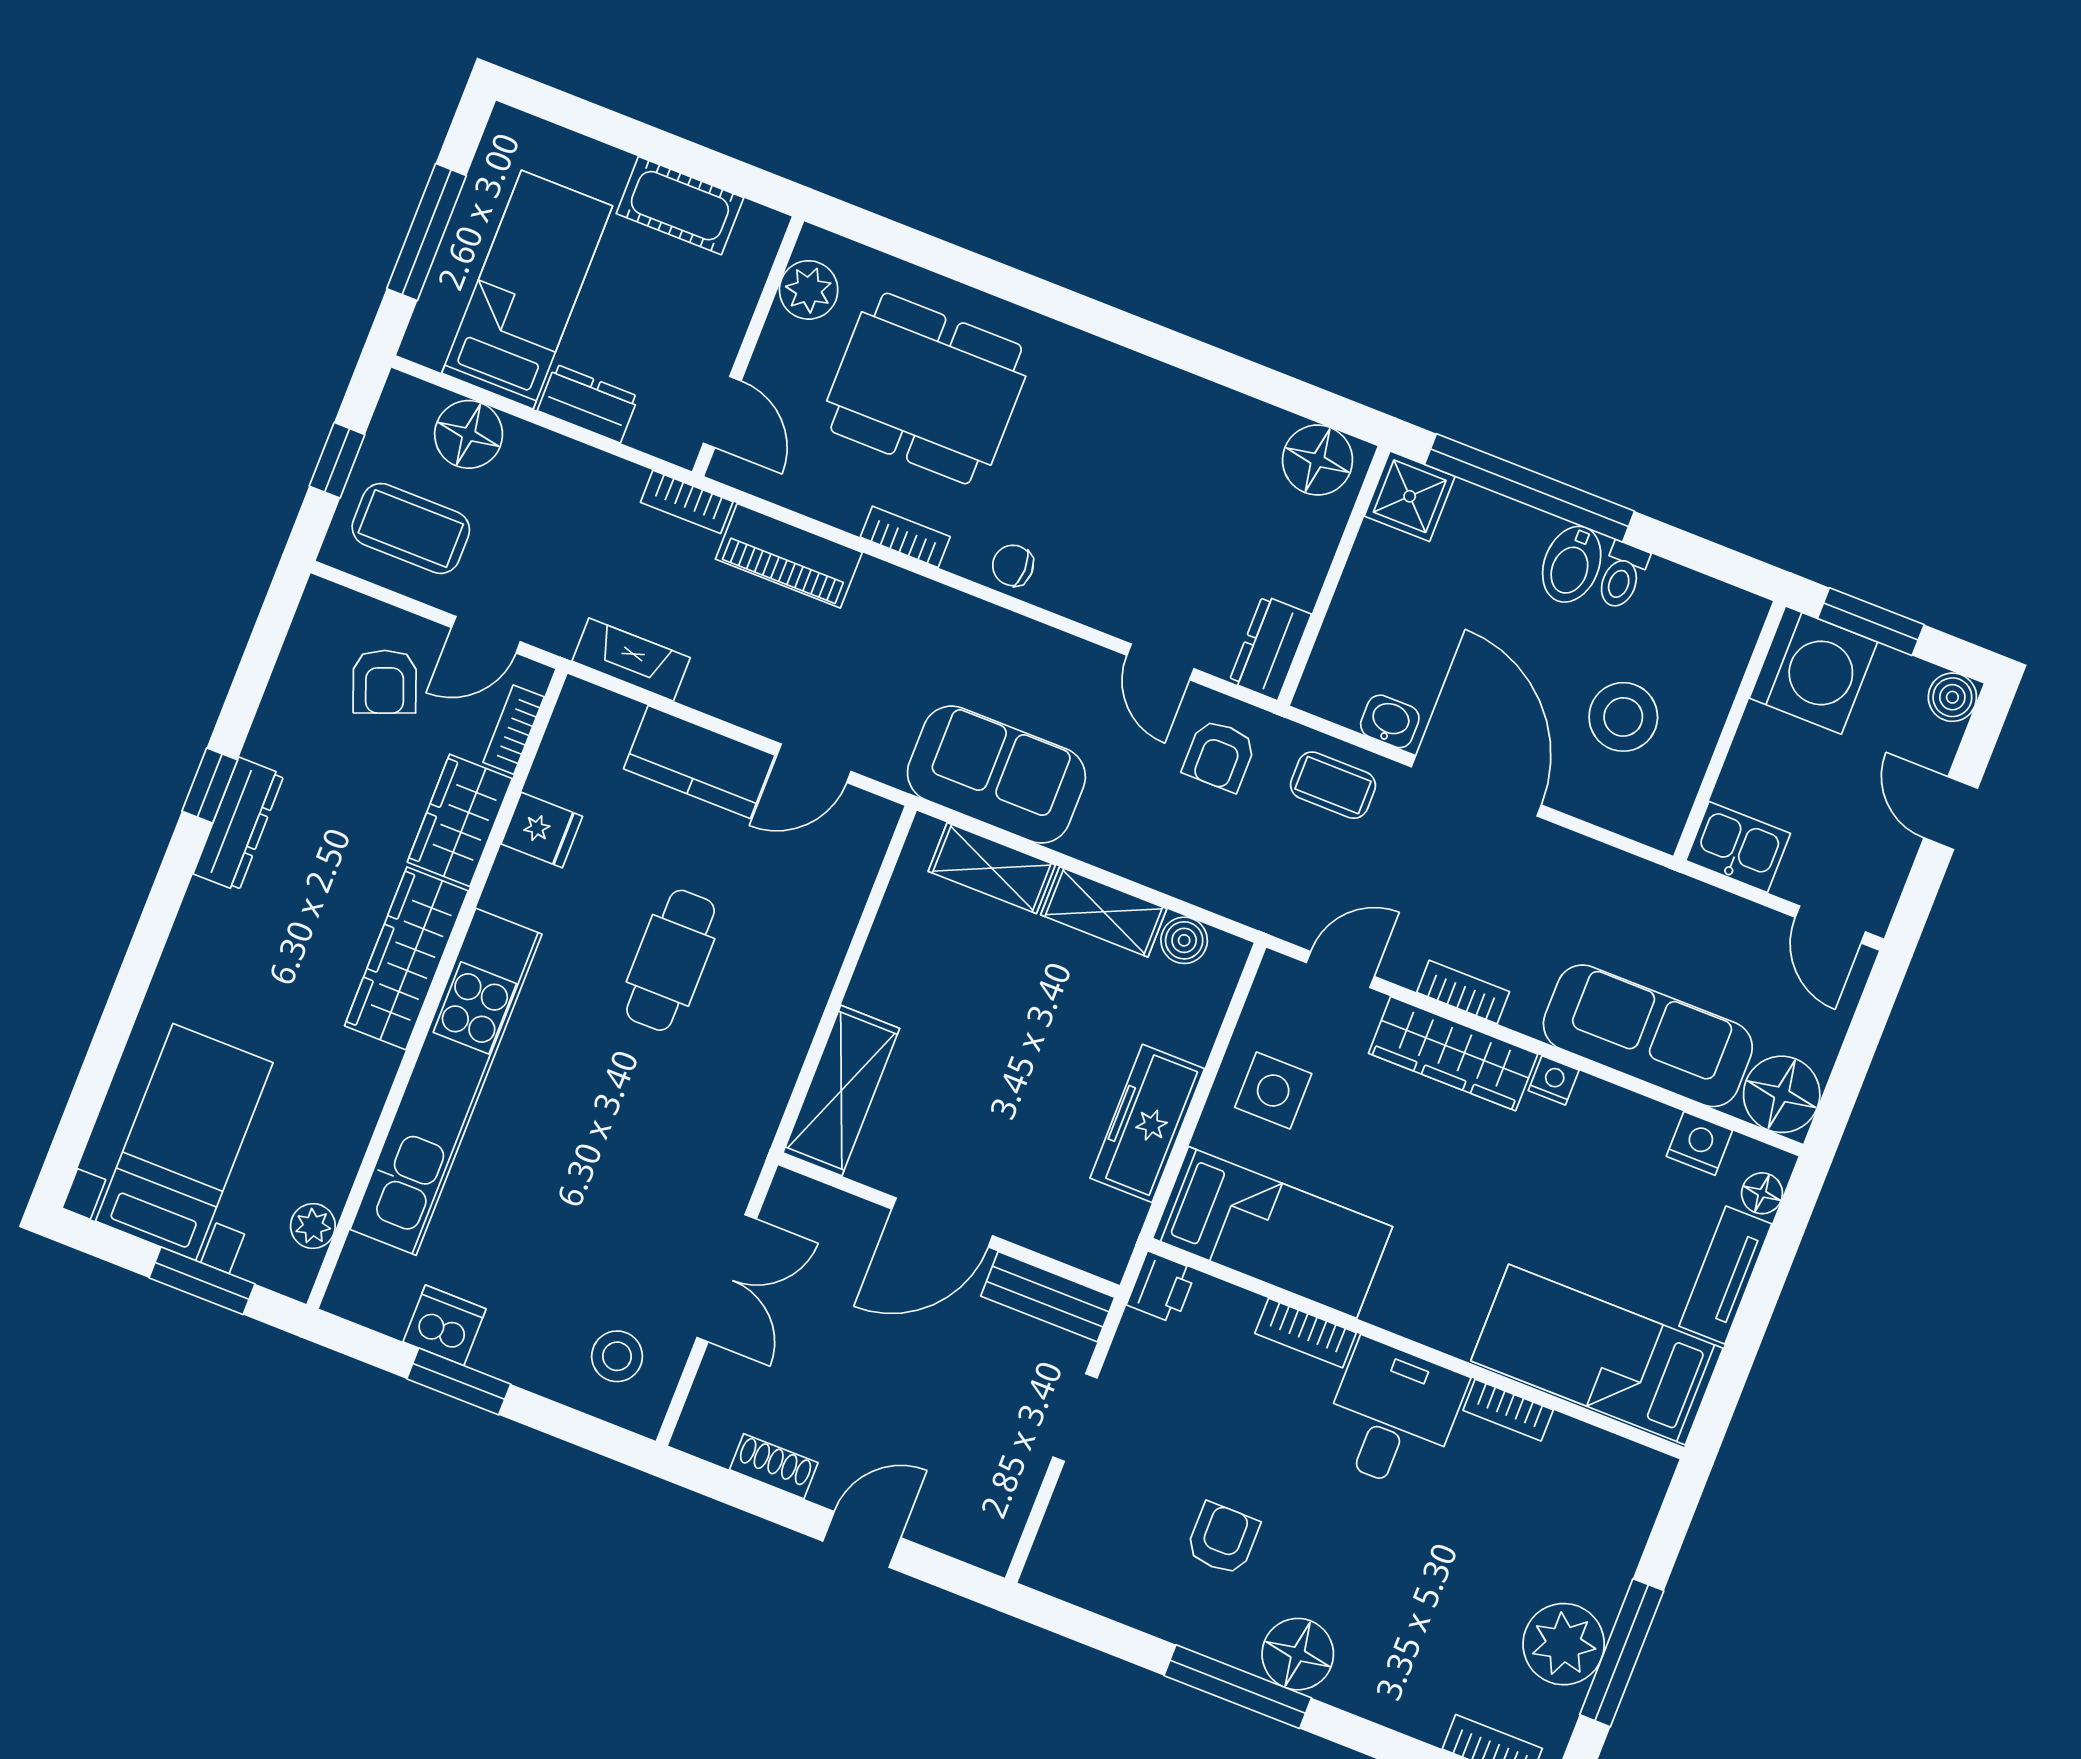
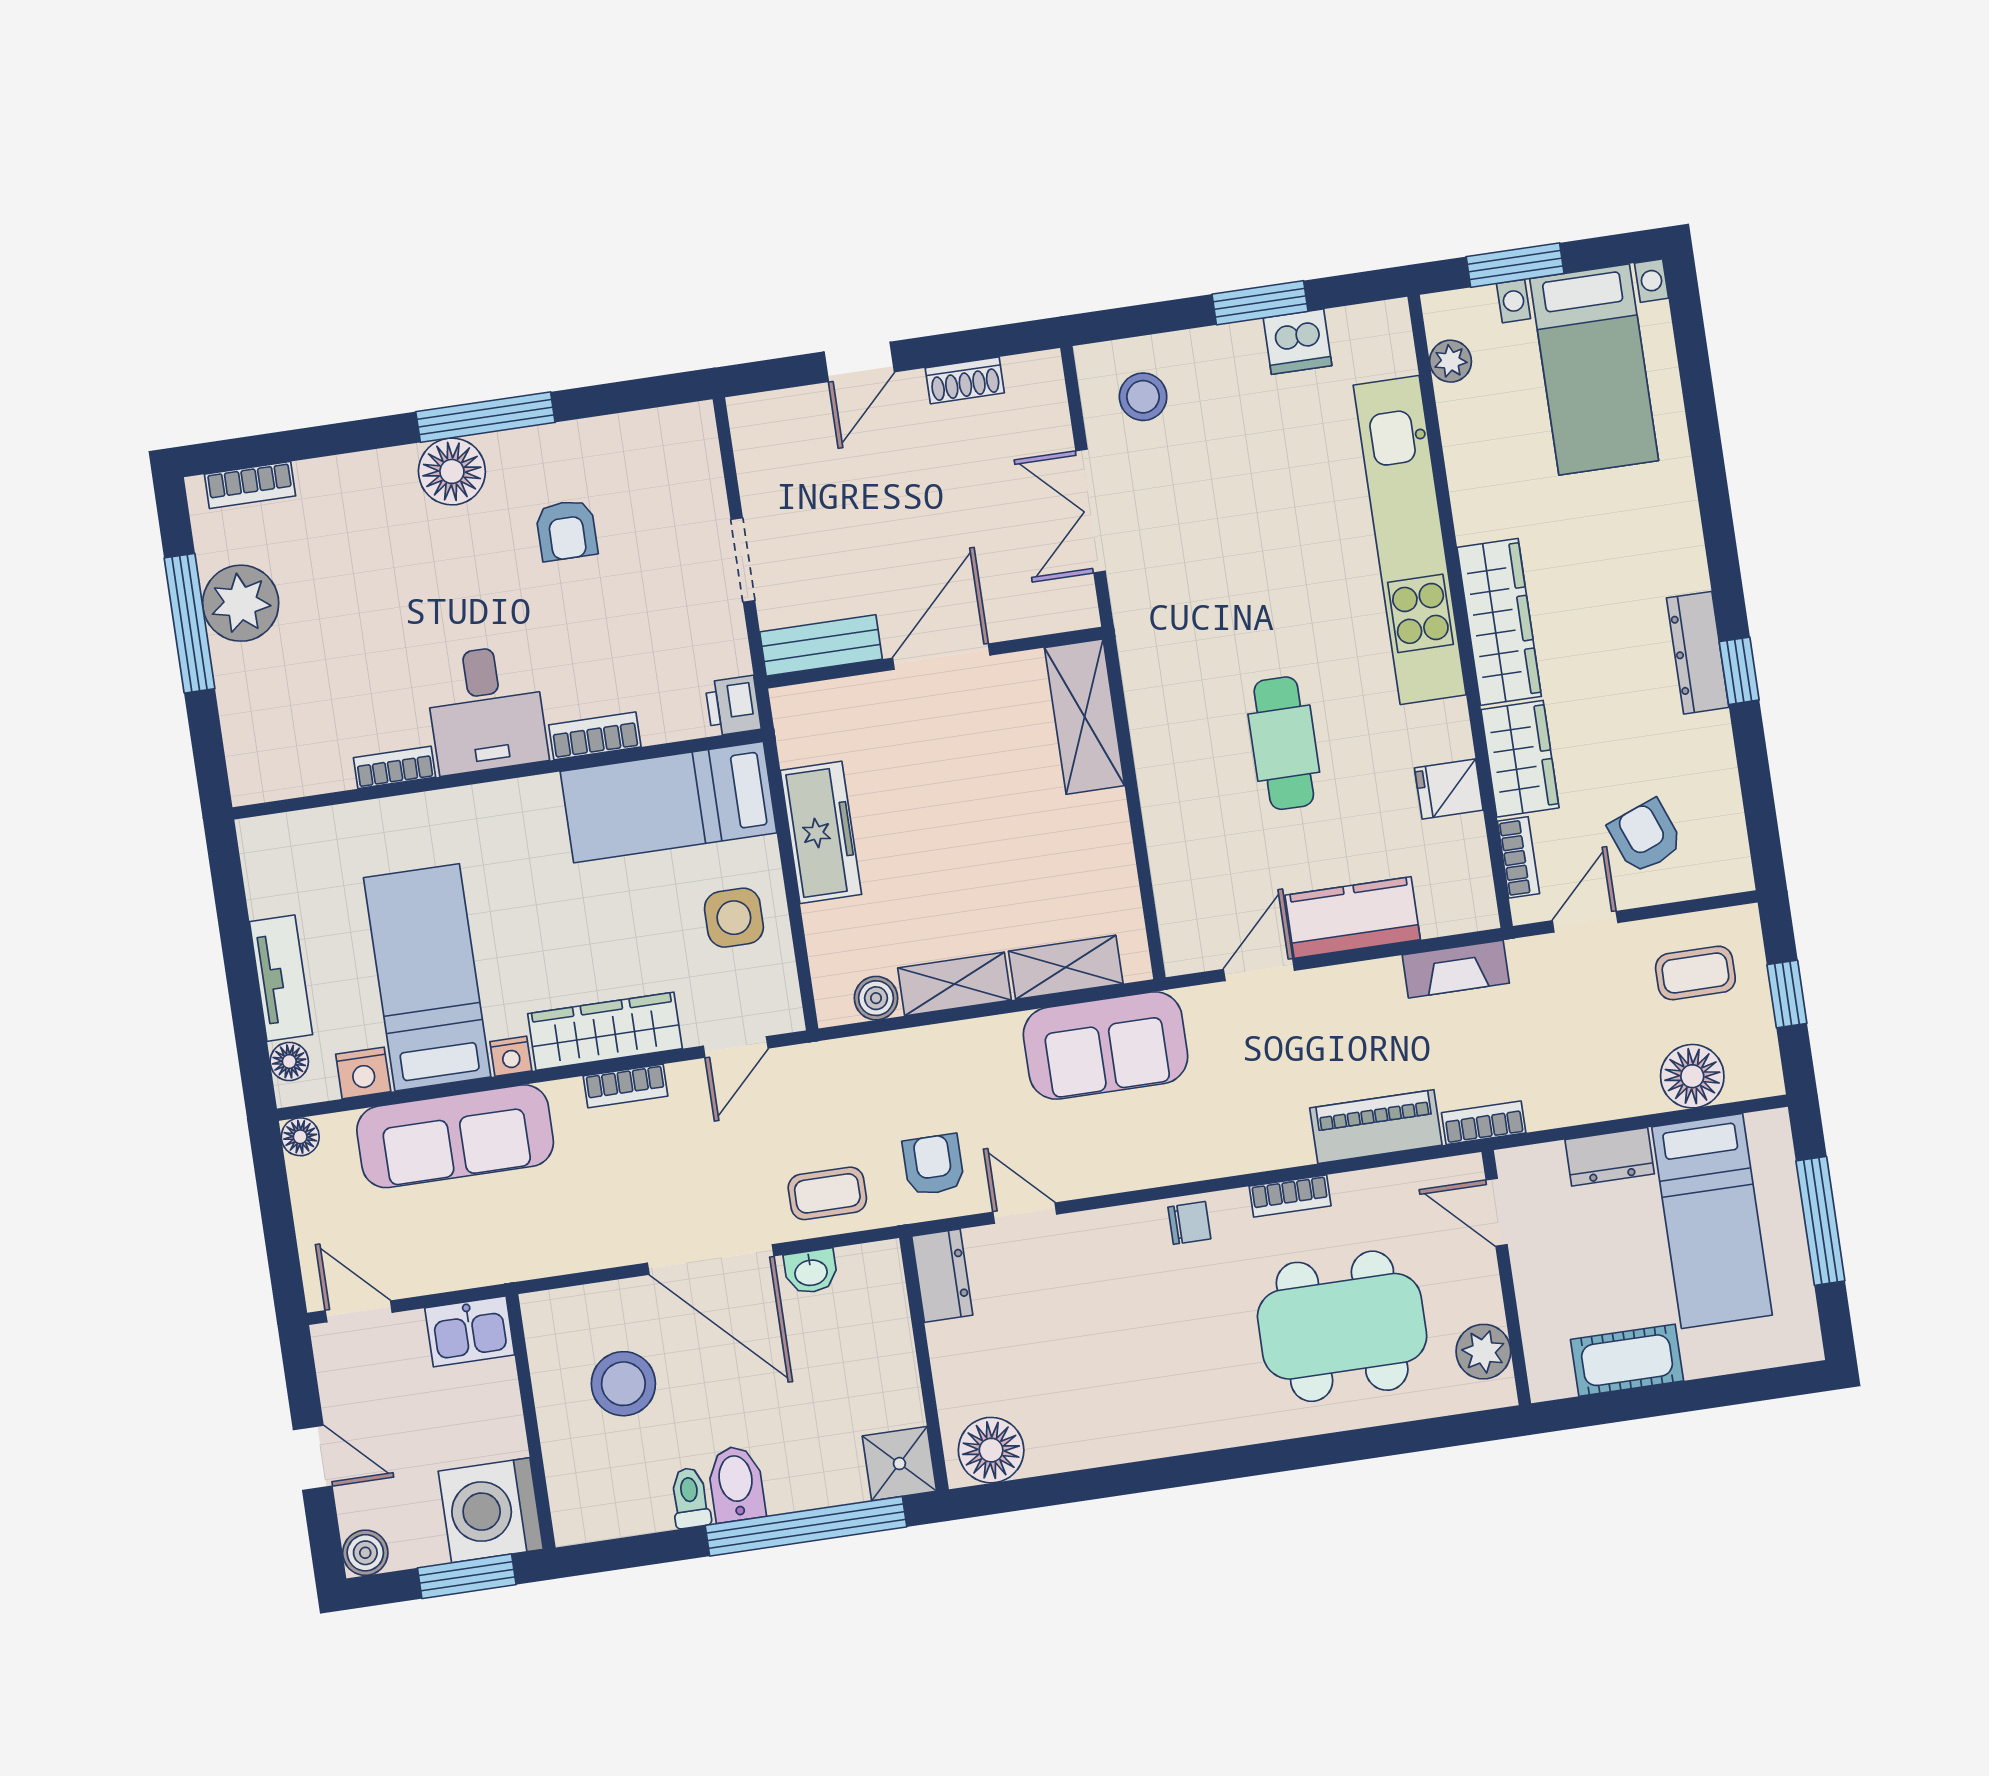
coffee table: (411, 528) -> (1695, 973), width x0.73, depth x0.77
floor lamp: (1782, 1094) -> (300, 1137), width x0.53, depth x0.53
bed: (1597, 1355) -> (427, 977), moved, turned -90

